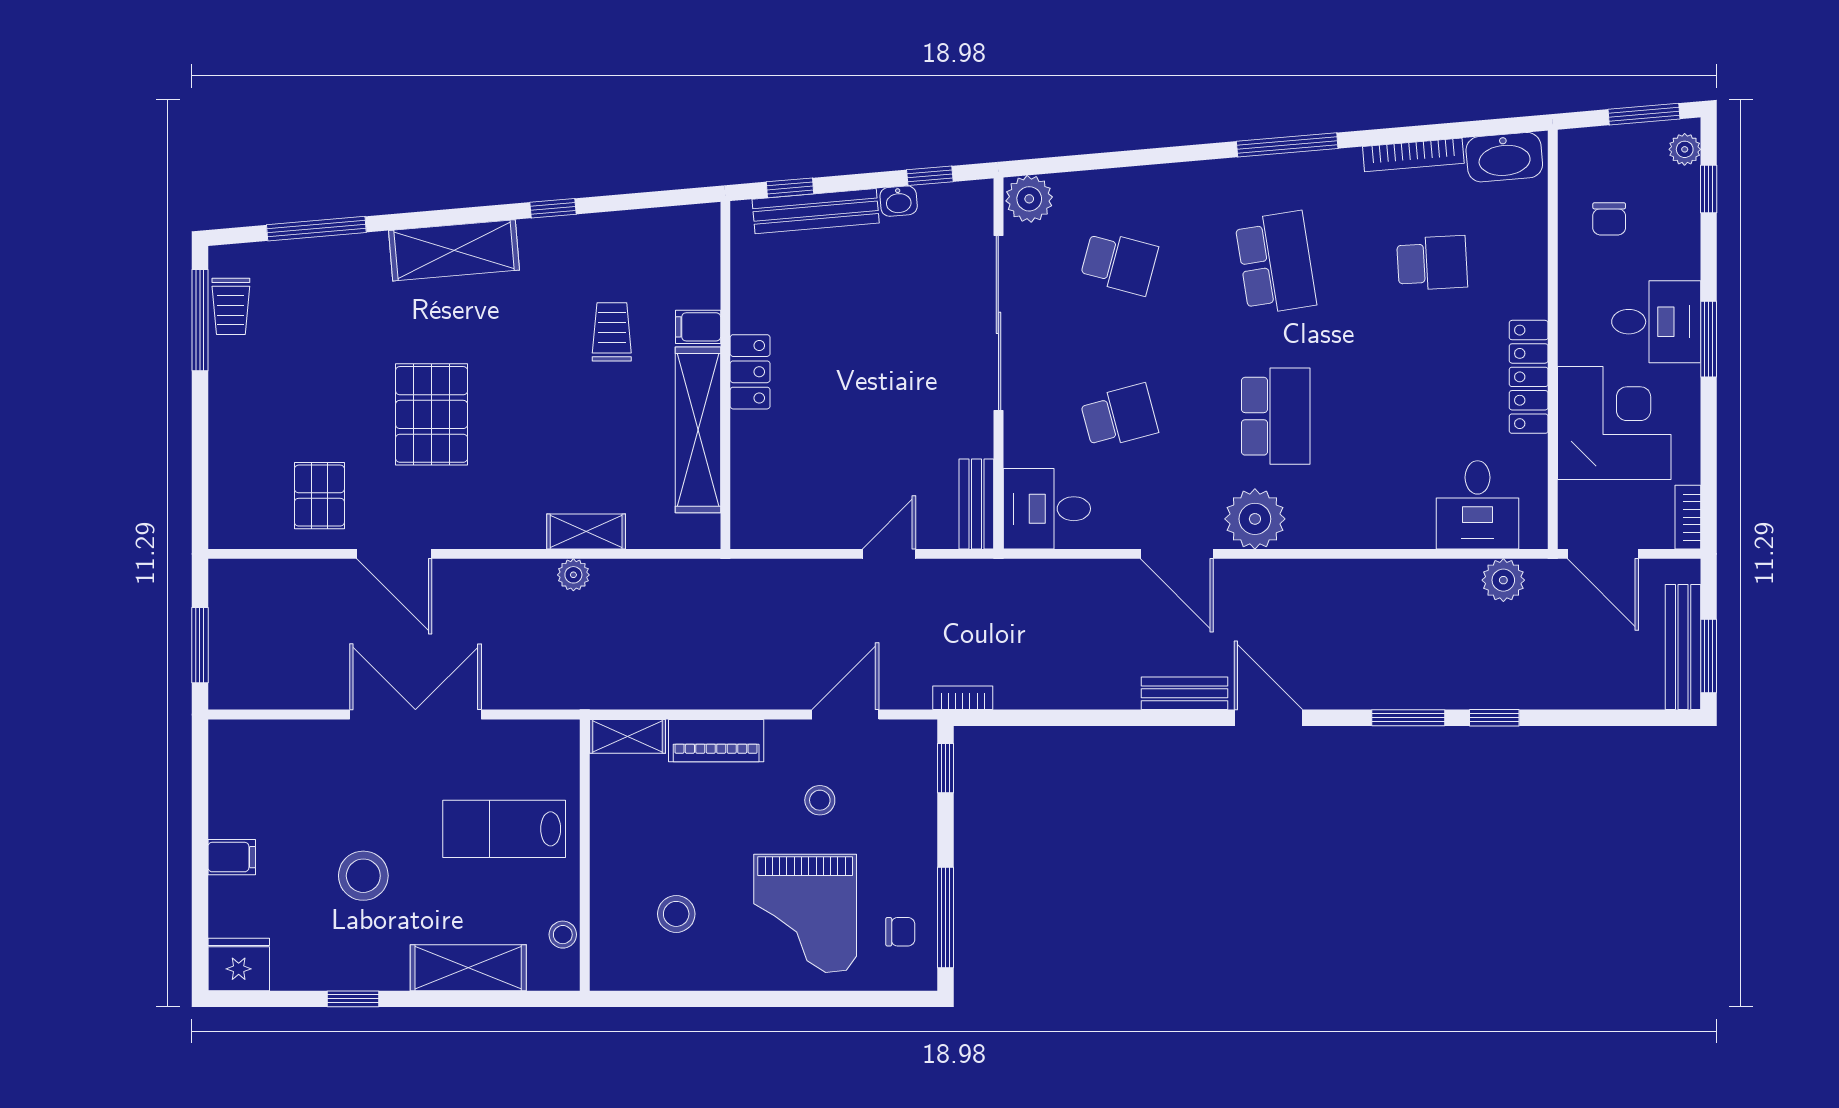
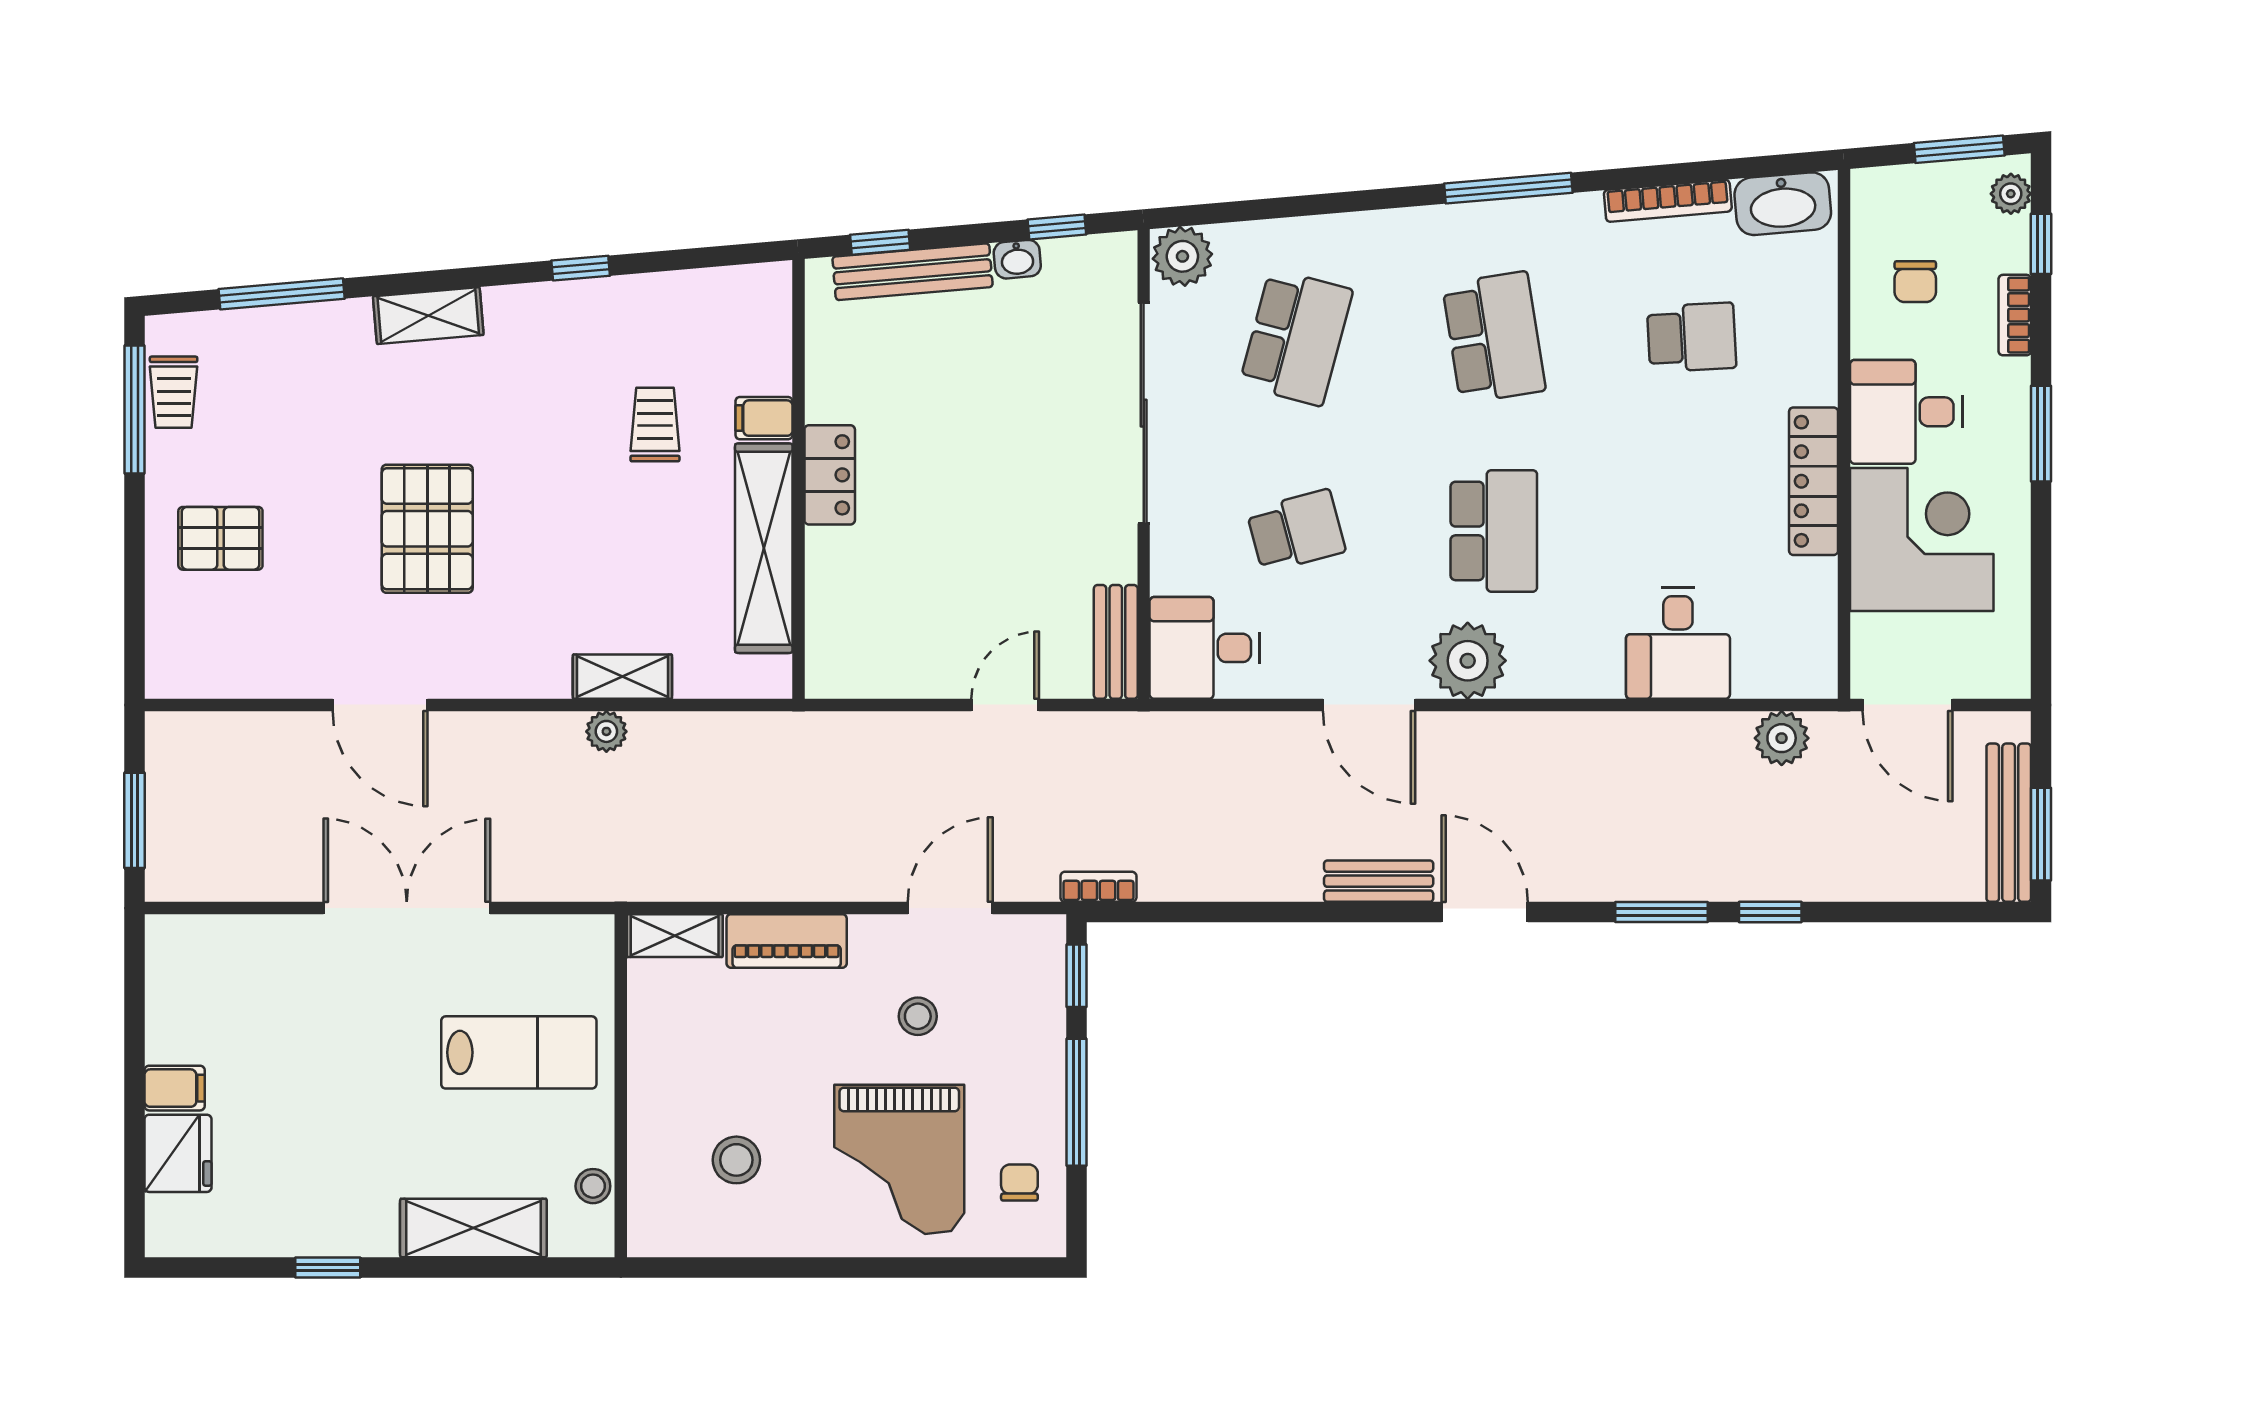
shelving: (454, 250) -> (428, 316), width x0.67, depth x0.75
school desk: (1119, 263) -> (1296, 337), width x1.85
desk: (1656, 322) -> (1906, 412), moved, turned 180
pallet: (319, 496) -> (220, 538), moved, turned 90
desk: (1477, 505) -> (1678, 643), moved
bookcase: (1688, 517) -> (2015, 315), moved
lab bench: (504, 829) -> (519, 1052), turned 180
stool: (363, 876) -> (341, 1112), removed
window: (945, 918) -> (1077, 1102), moved
chair: (900, 932) -> (1019, 1182), turned -90
fridge: (239, 965) -> (178, 1153), moved, turned 90

